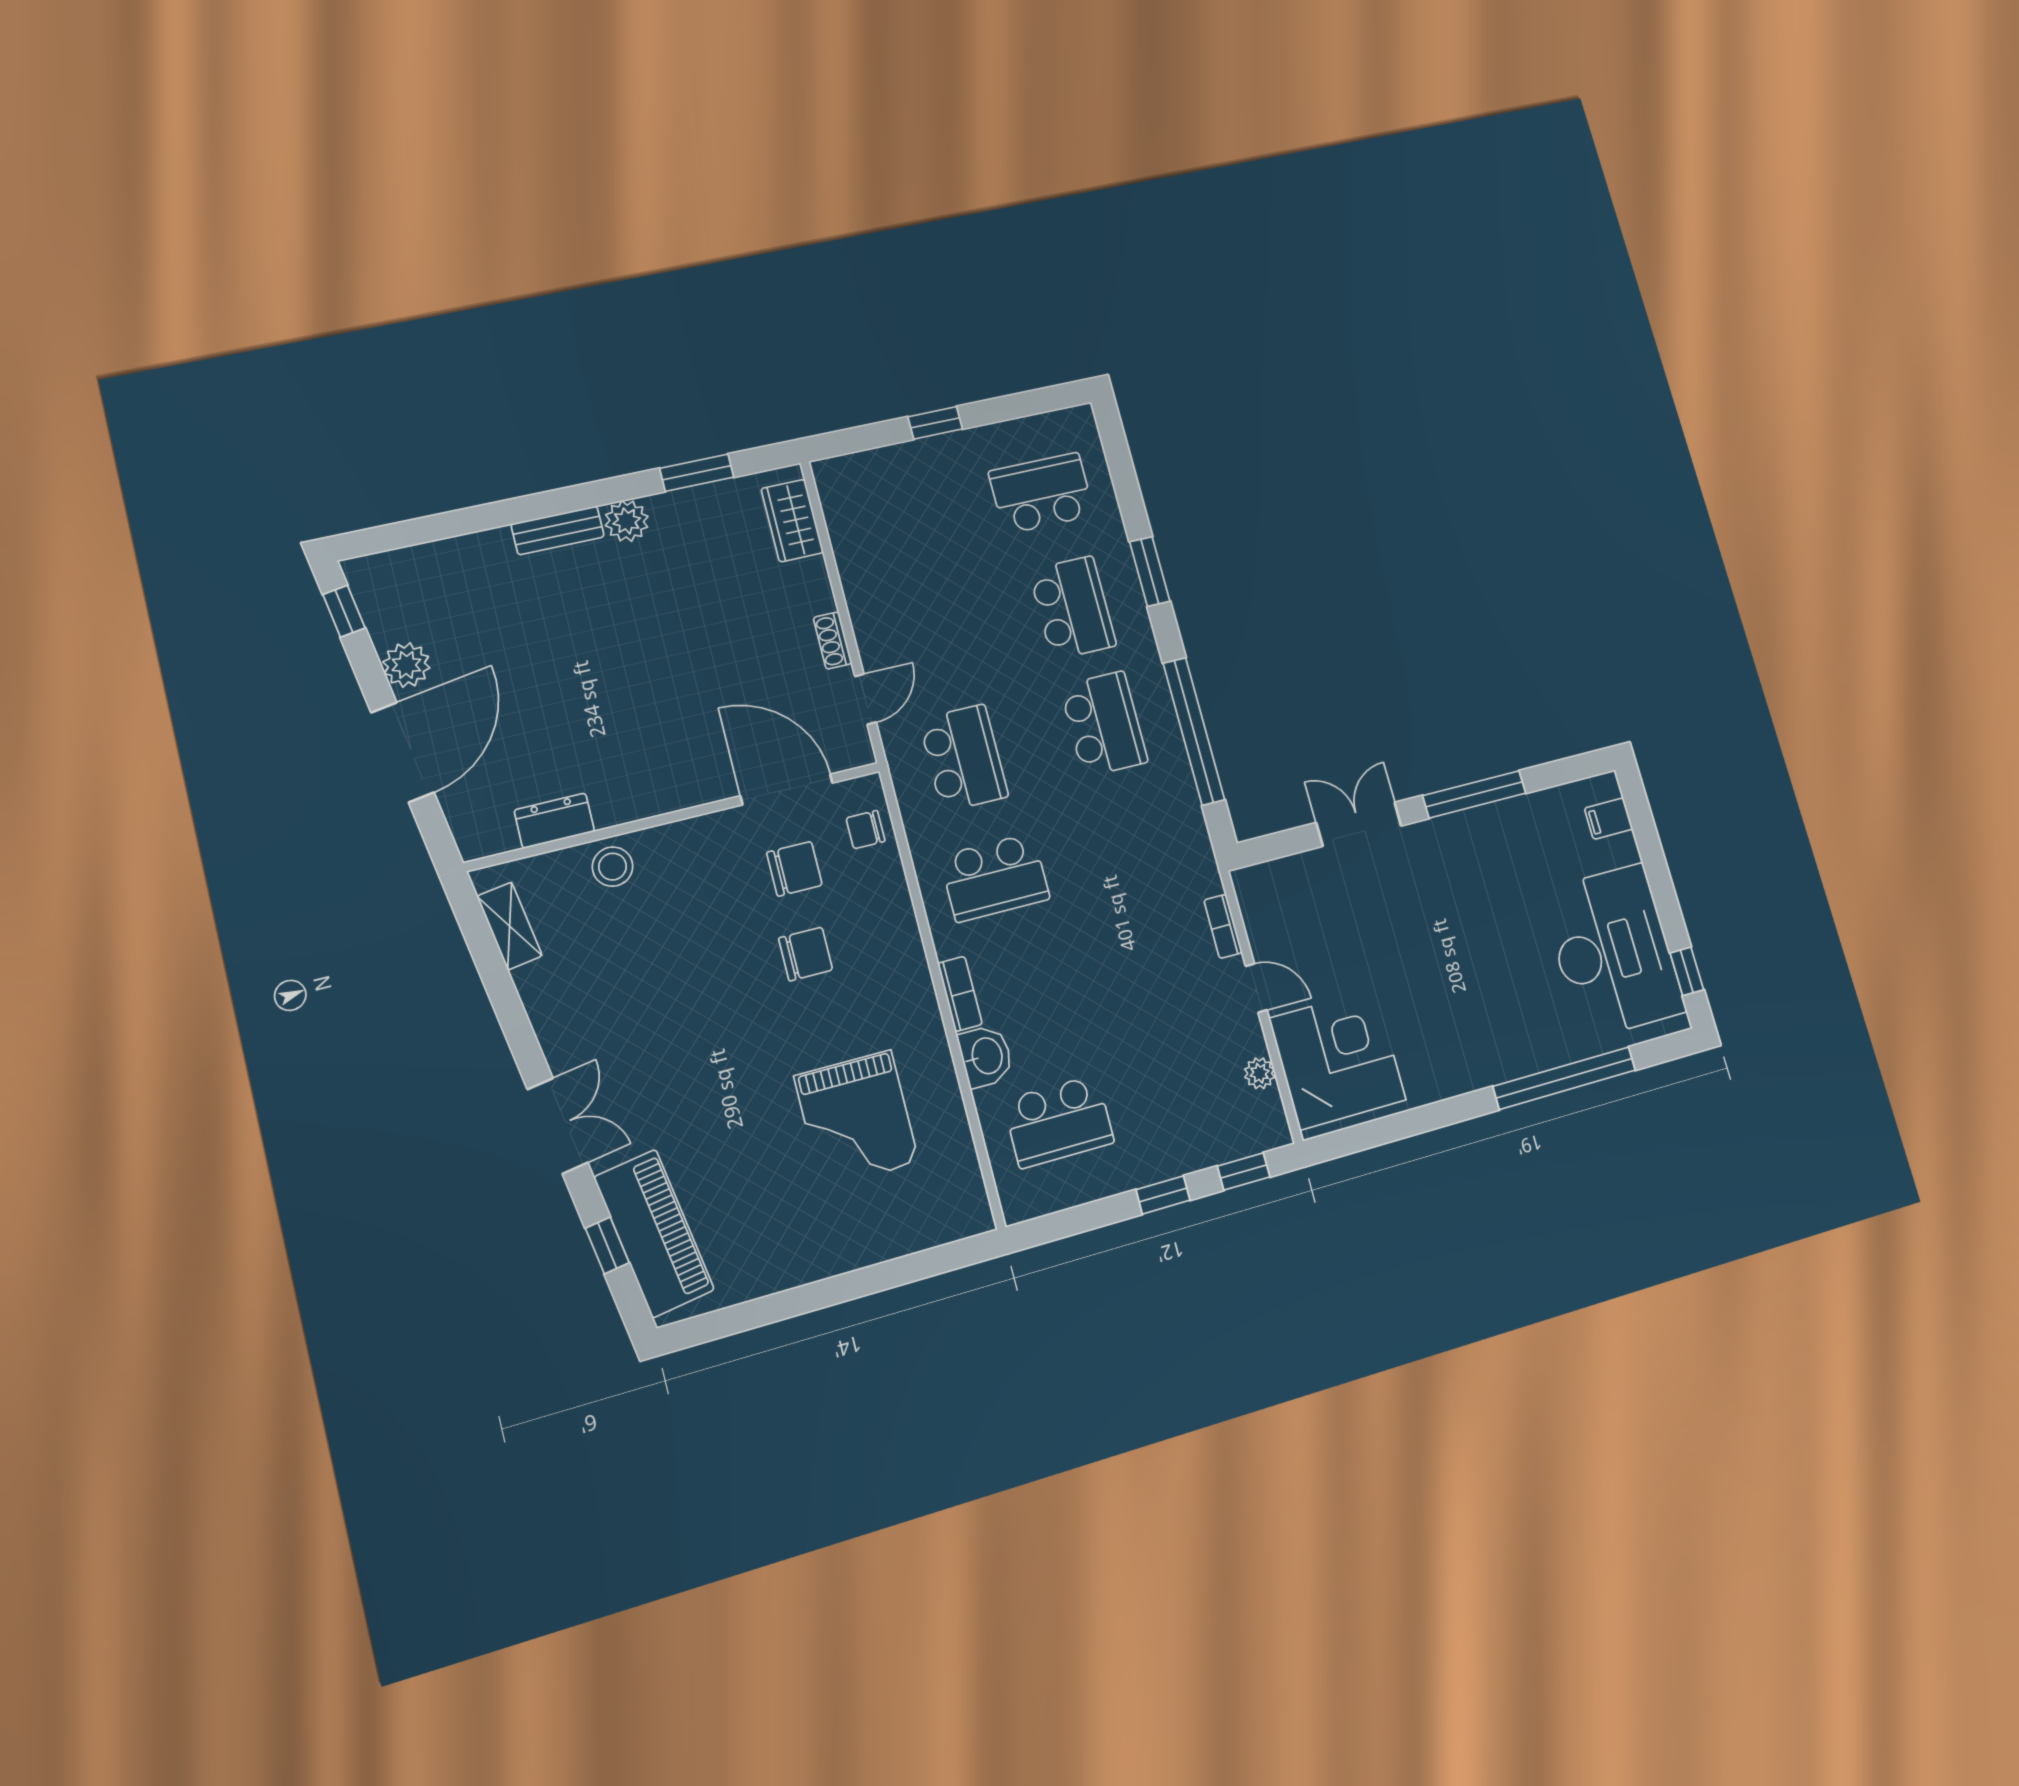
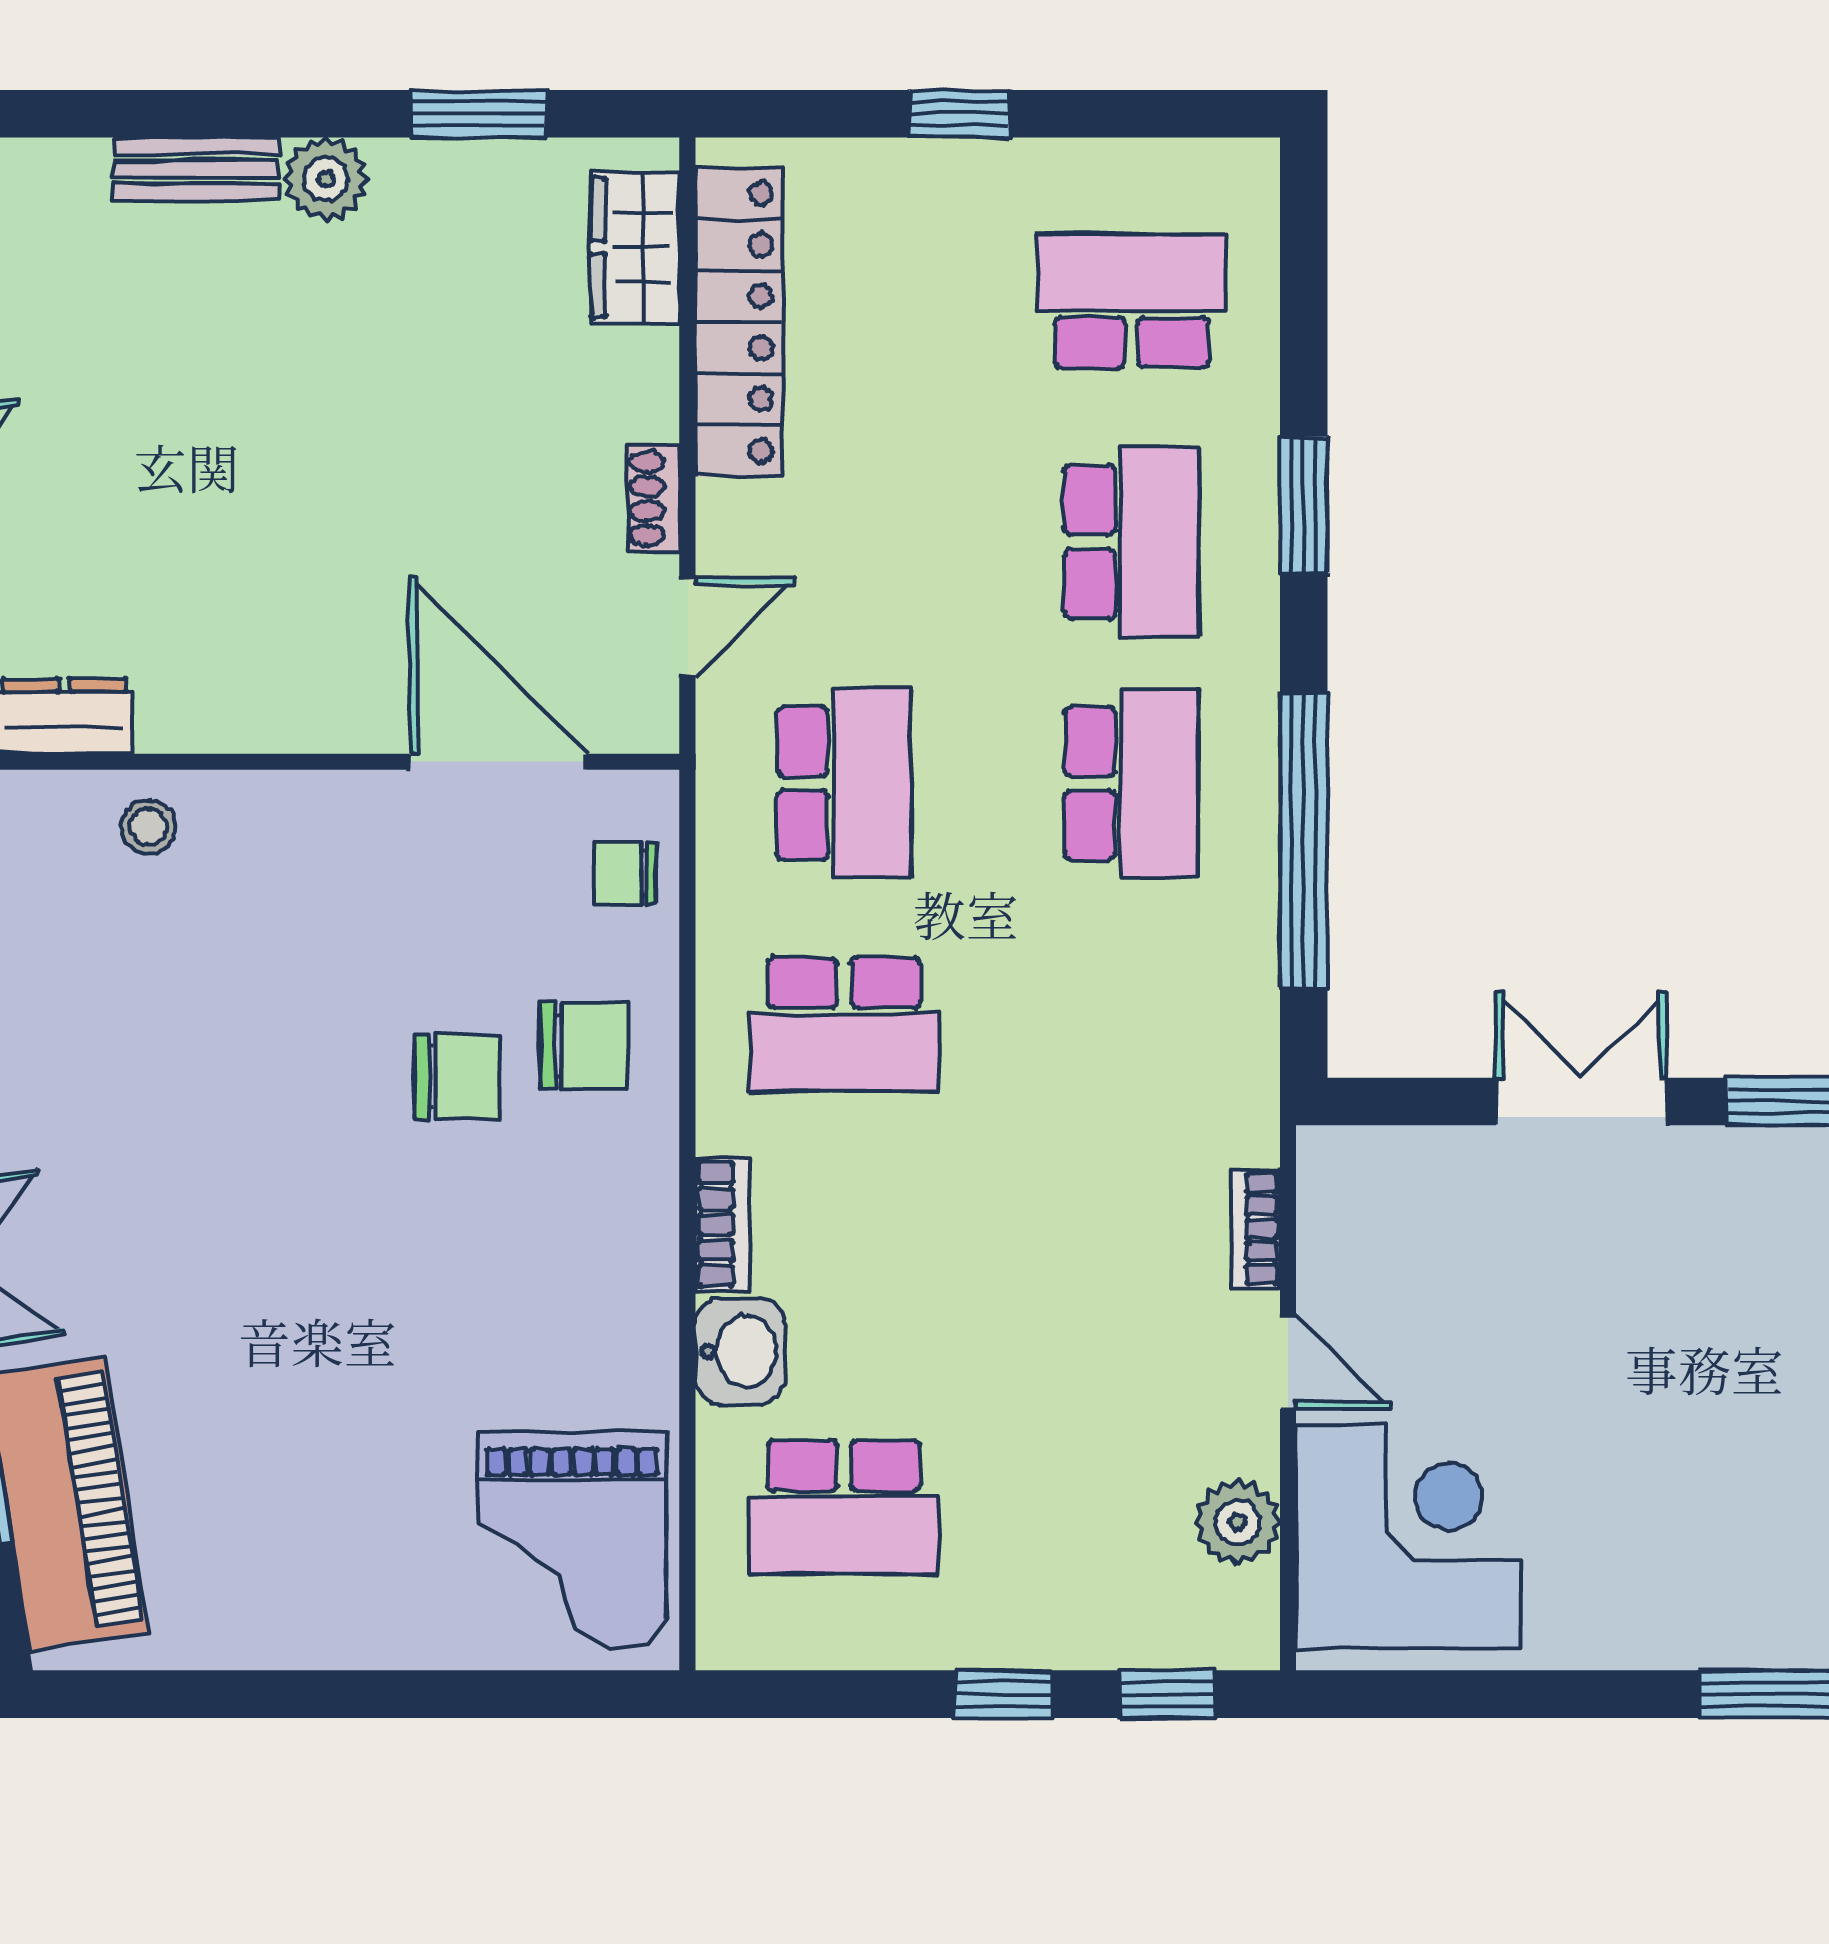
locker: (853, 545) -> (739, 322), added
stool: (613, 867) -> (148, 827), width x0.73, depth x0.73
chair: (794, 869) -> (584, 1046), moved
plant: (1260, 1073) -> (1238, 1522), width x1.38, depth x1.38
grand piano: (856, 1119) -> (572, 1540), moved

